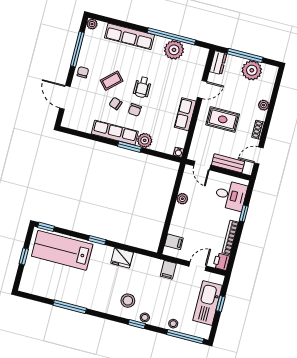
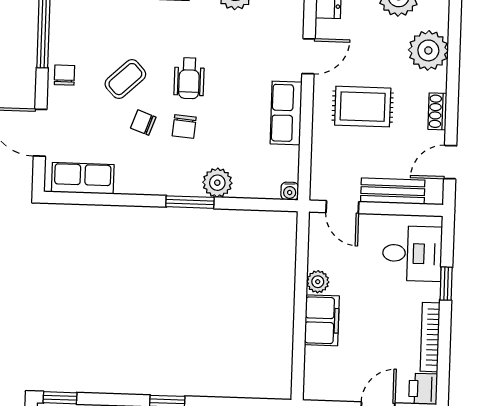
plant: (264, 105) -> (428, 50), width x1.88, depth x1.88
row of seats: (115, 133) -> (83, 178), moved, width x0.68
filing cabinet: (174, 242) -> (322, 320), moved, width x2.00

